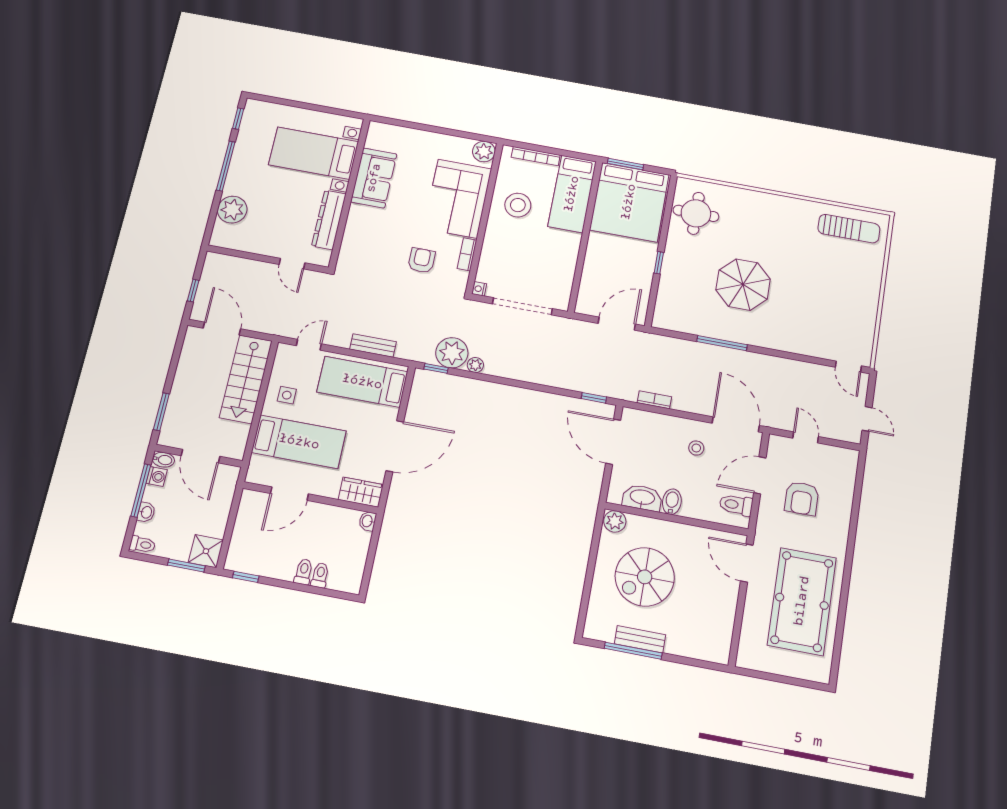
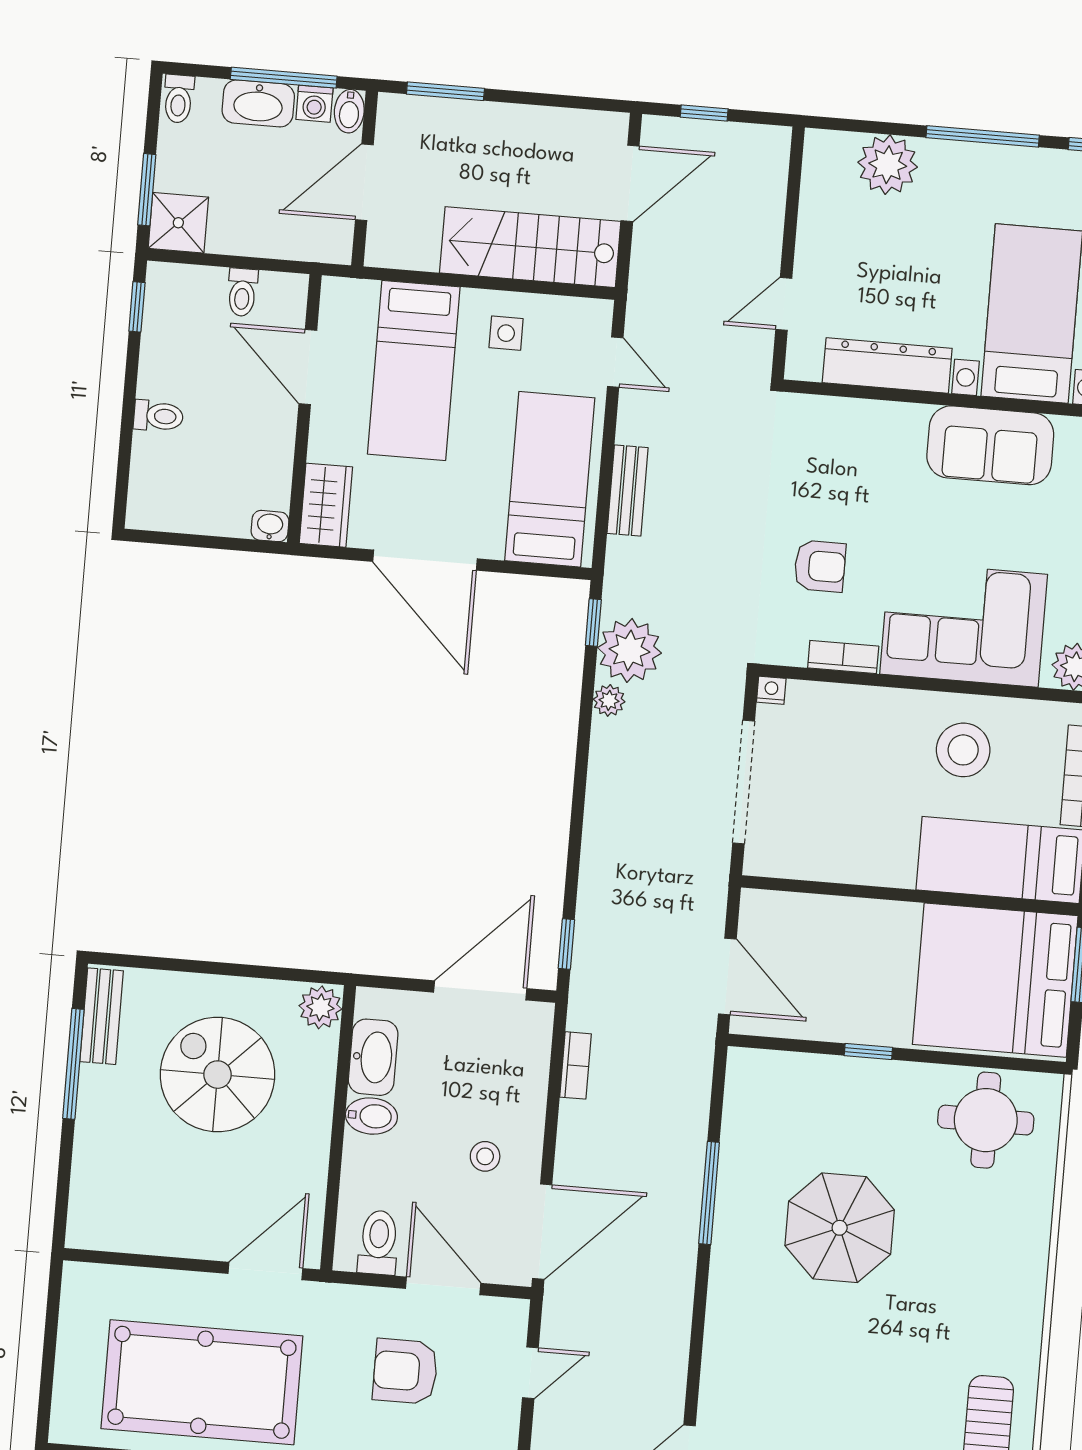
washbasin: (146, 512) -> (258, 103), width x1.91, depth x1.45
toilet: (320, 575) -> (242, 292), moved, turned 90
bench: (640, 639) -> (102, 1016), moved

